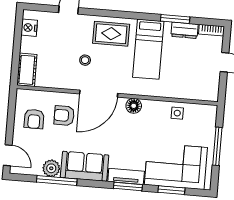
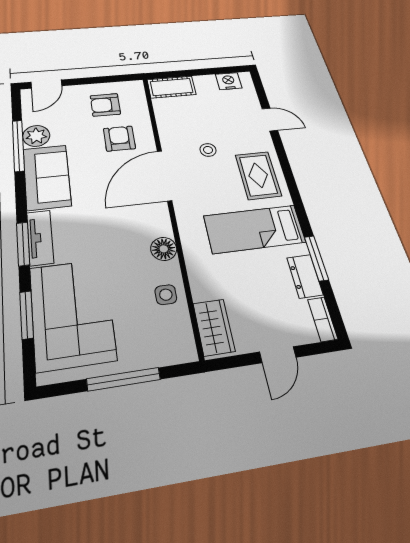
wardrobe: (202, 92) -> (214, 327), added
door: (99, 94) -> (164, 175), hinge flipped
floor lamp: (134, 106) -> (164, 249), moved

